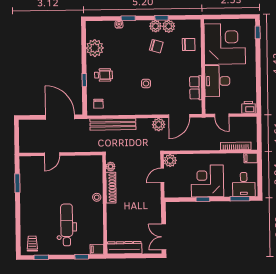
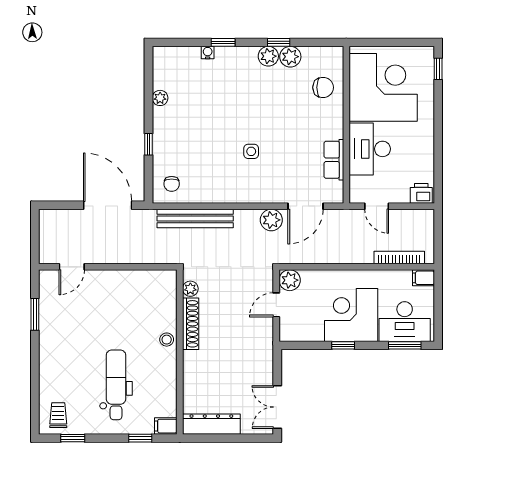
chair: (156, 46) -> (269, 90), removed
plant: (95, 48) -> (160, 98), width x0.53, depth x0.53
wheelchair: (103, 75) -> (181, 136), removed
door: (52, 154) -> (72, 267), moved
desk: (244, 184) -> (405, 322), width x1.37

